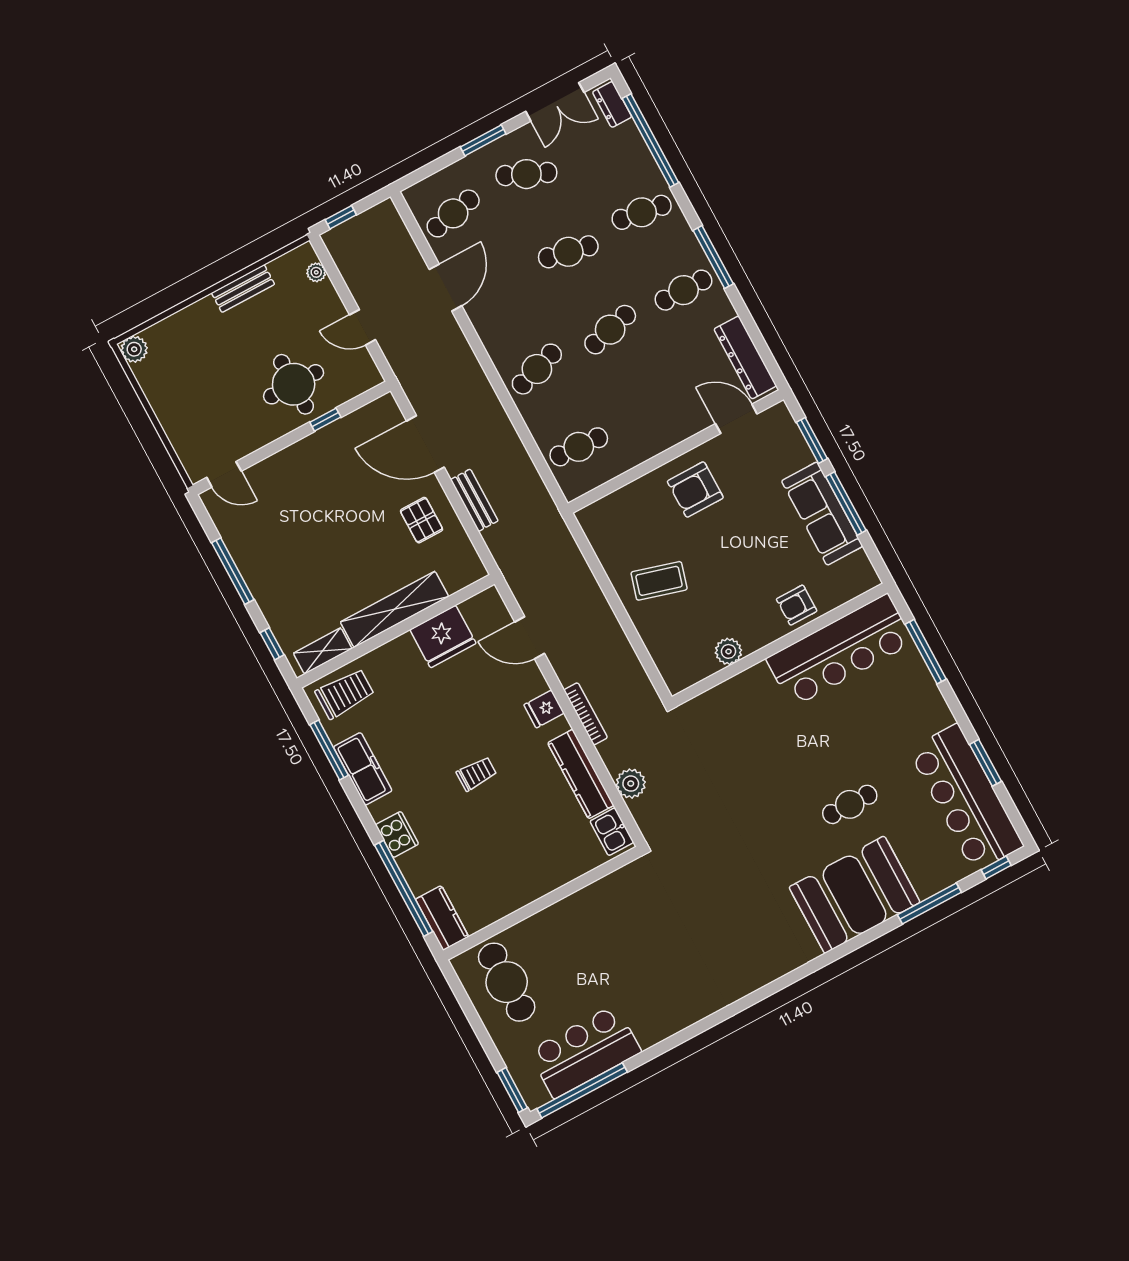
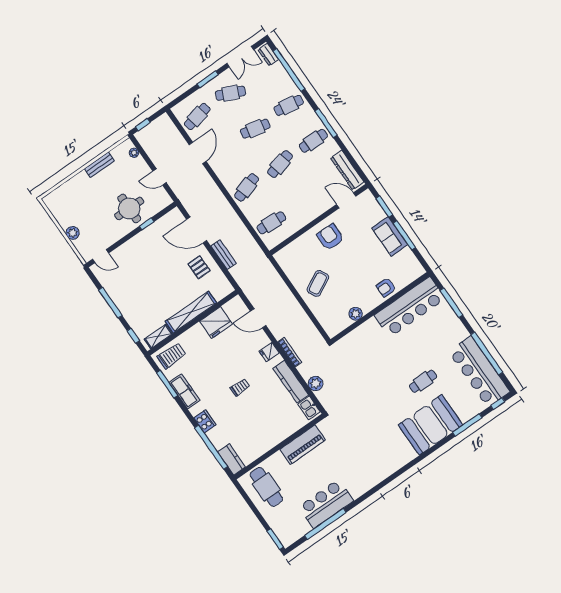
plant: (134, 349) -> (73, 233), moved
armchair: (695, 490) -> (330, 237), turned 90
sofa: (822, 514) -> (390, 236), width x0.73
coffee table: (659, 581) -> (318, 283), turned -44
window: (986, 763) -> (487, 353), width x2.11
piano: (590, 905) -> (303, 445), added
bar counter: (585, 1051) -> (326, 504), moved
window: (582, 1090) -> (325, 524), moved

